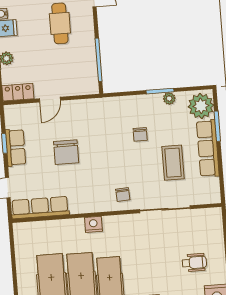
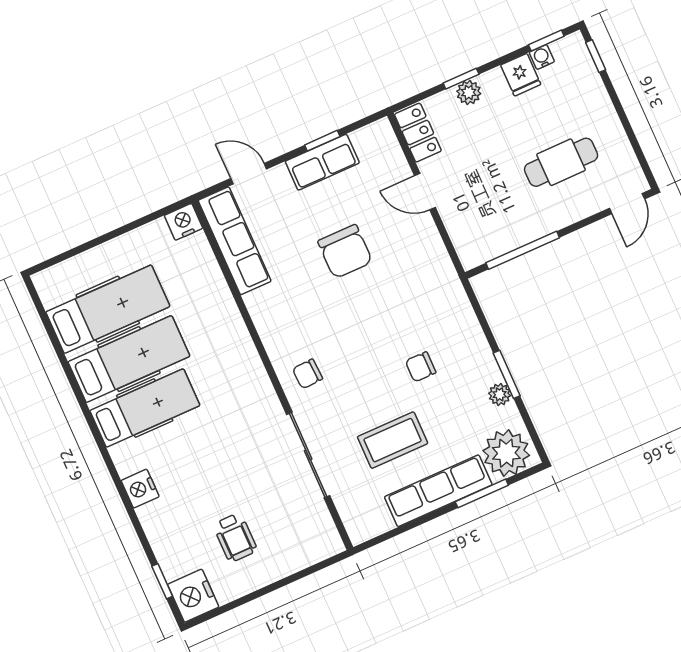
chair: (66, 152) -> (345, 252), turned -90
nightstand: (93, 224) -> (183, 222), moved, turned -90

